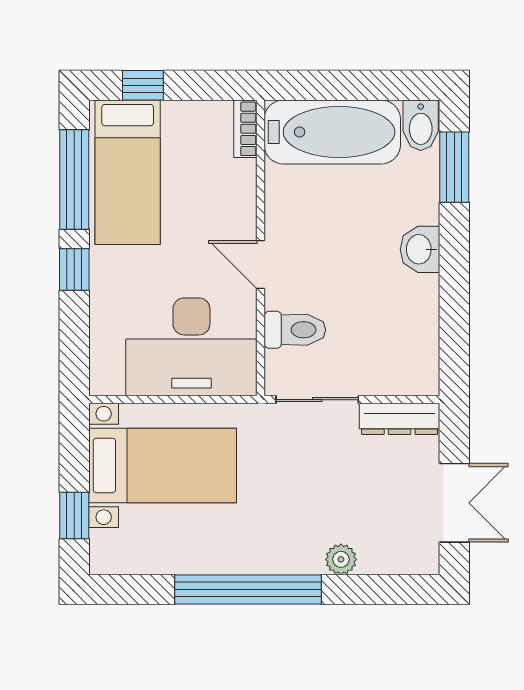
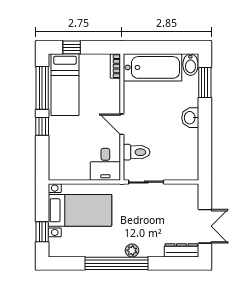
desk: (191, 347) -> (105, 164), width x0.53, depth x0.77
dresser: (400, 419) -> (181, 250), moved, turned 180
plant: (341, 559) -> (132, 250), moved

